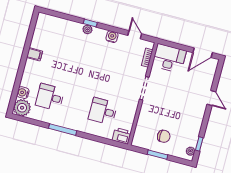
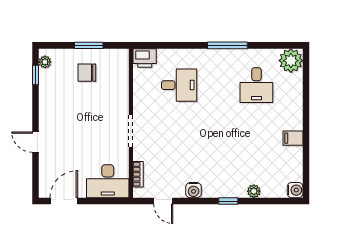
plant: (87, 29) -> (254, 191), moved
water cooler: (23, 93) -> (295, 190), moved
desk: (50, 97) -> (256, 85), turned 90

